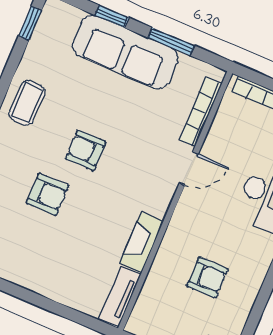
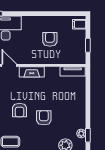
fireplace: (142, 242) -> (32, 72), moved

